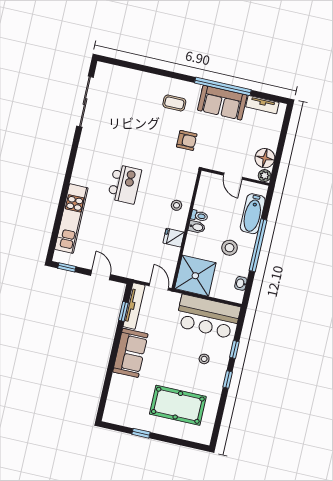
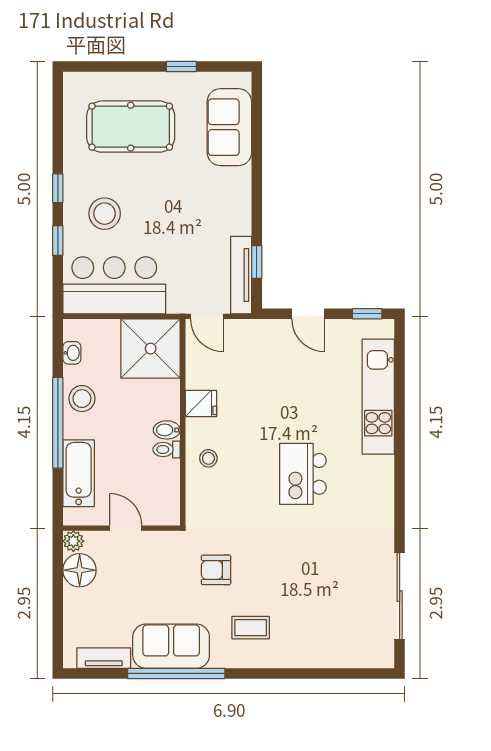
stool: (230, 248) -> (82, 399), moved
sofa: (130, 353) -> (229, 127), moved
stool: (204, 359) -> (105, 214), width x1.89, depth x1.89

